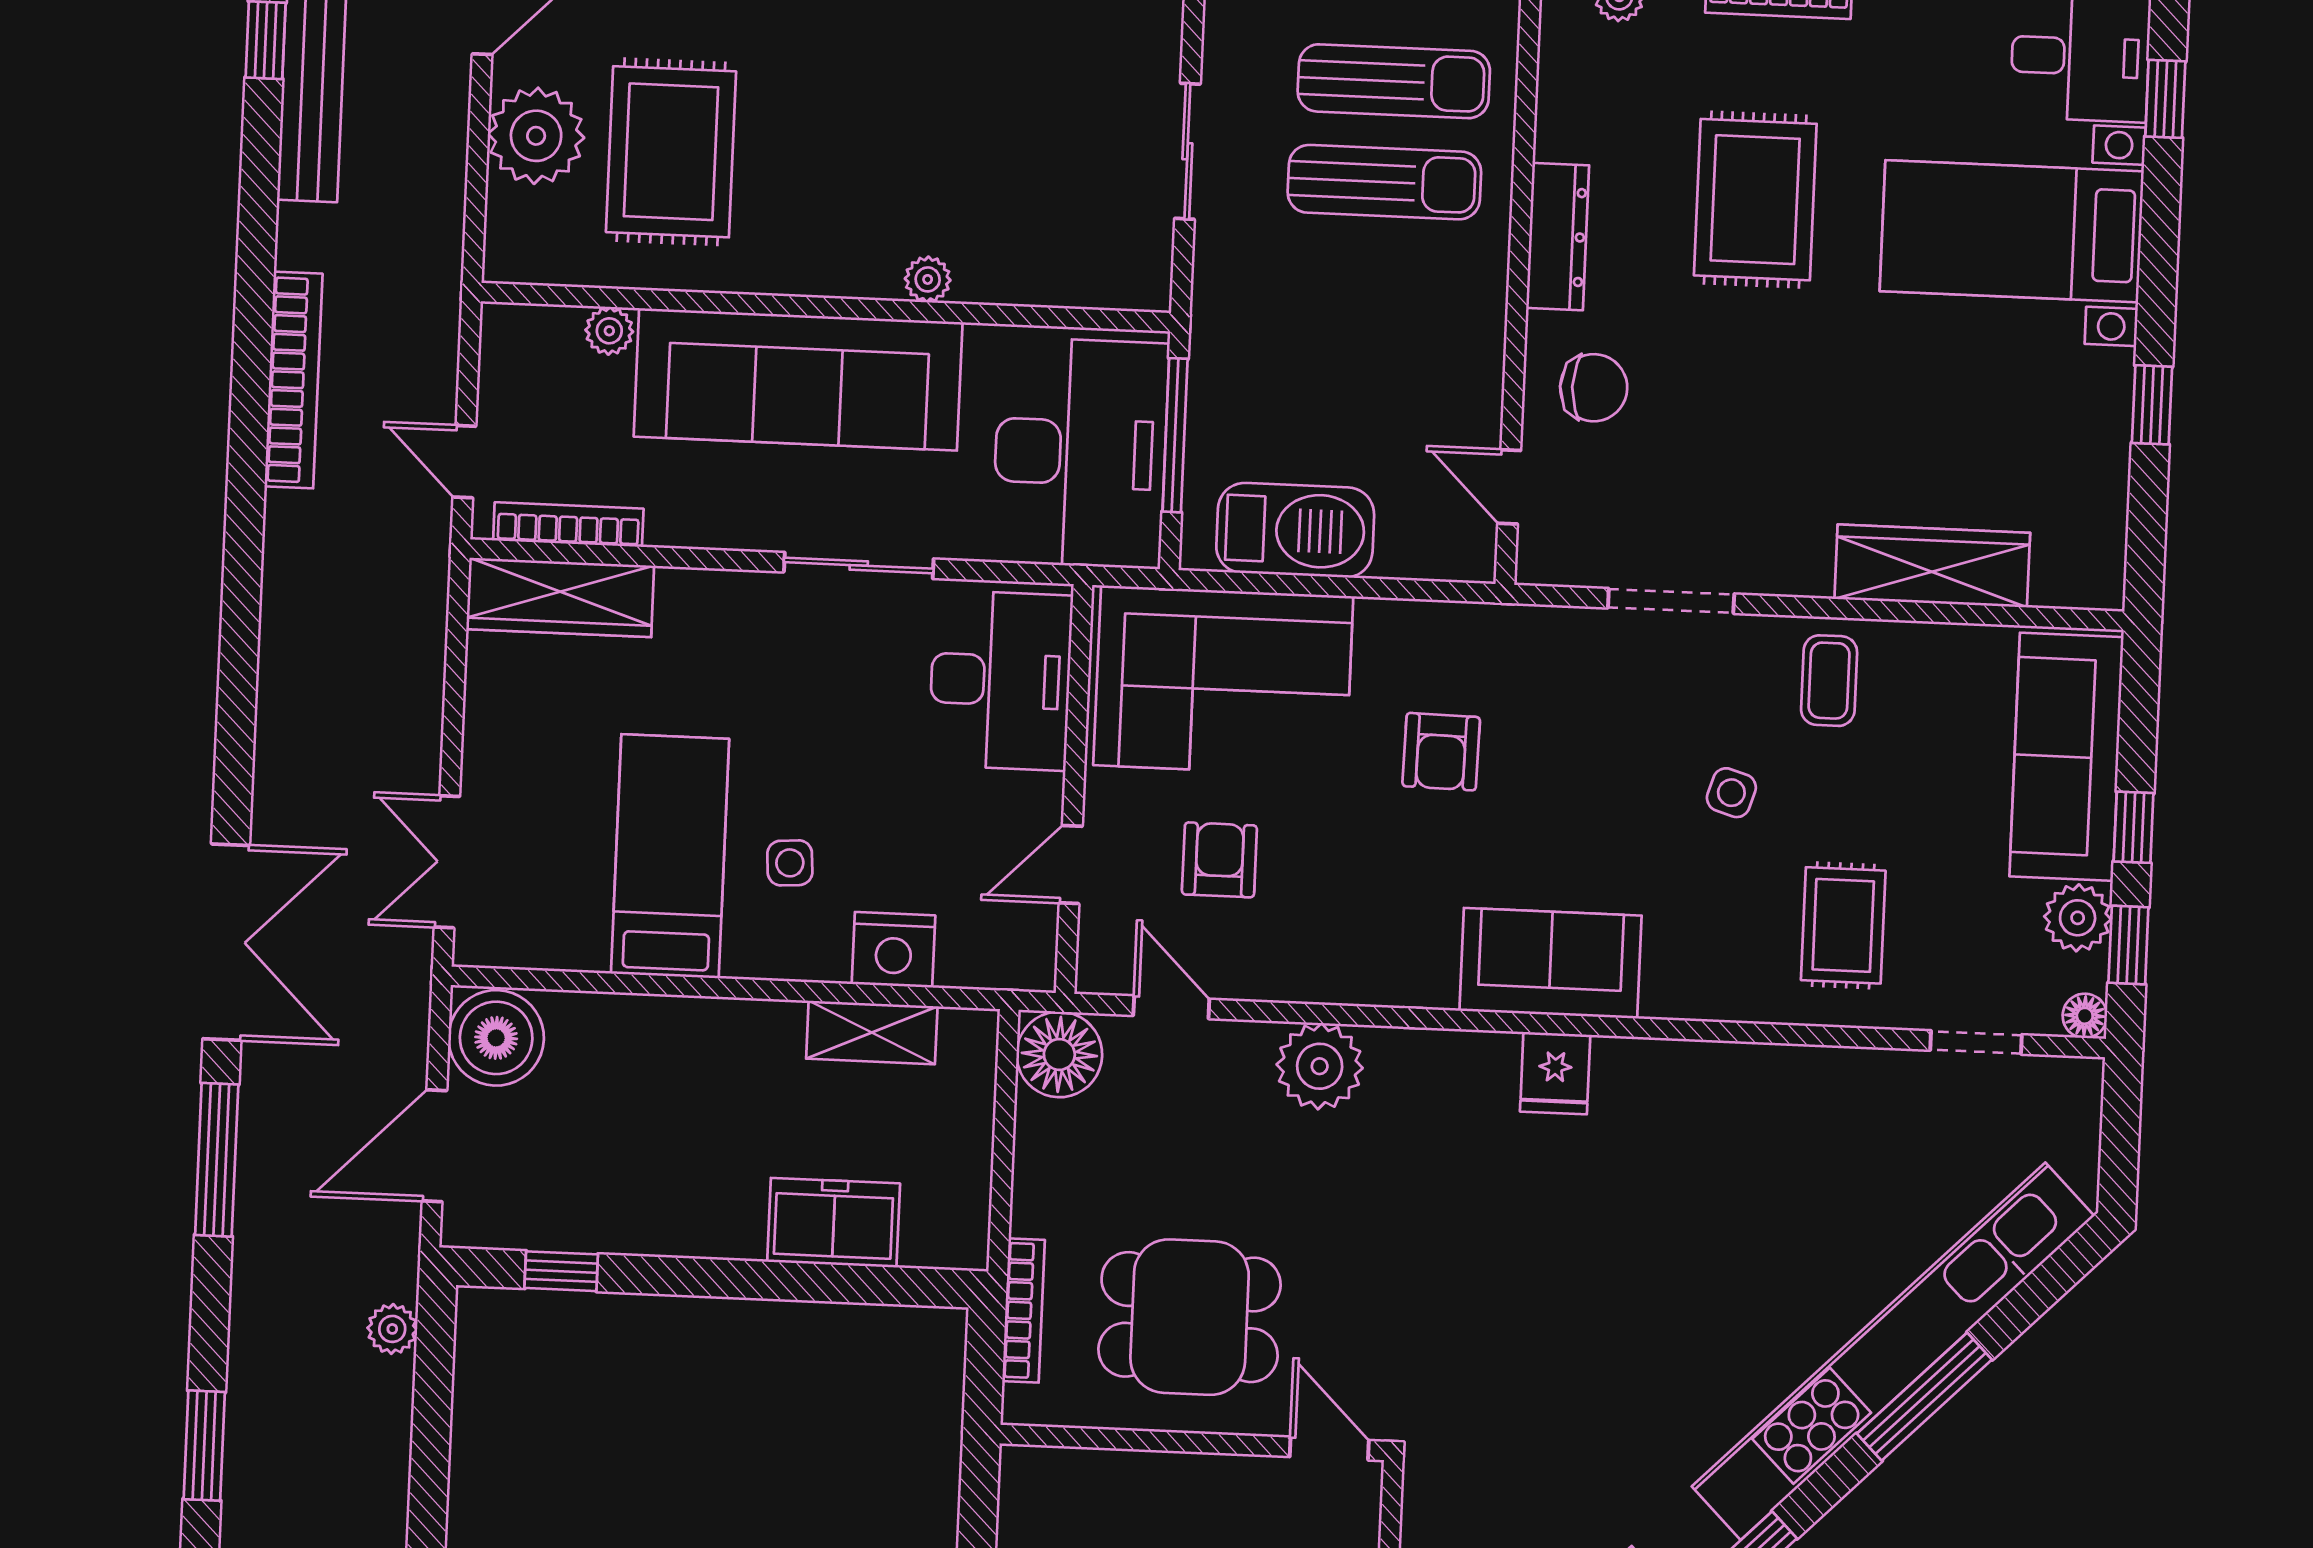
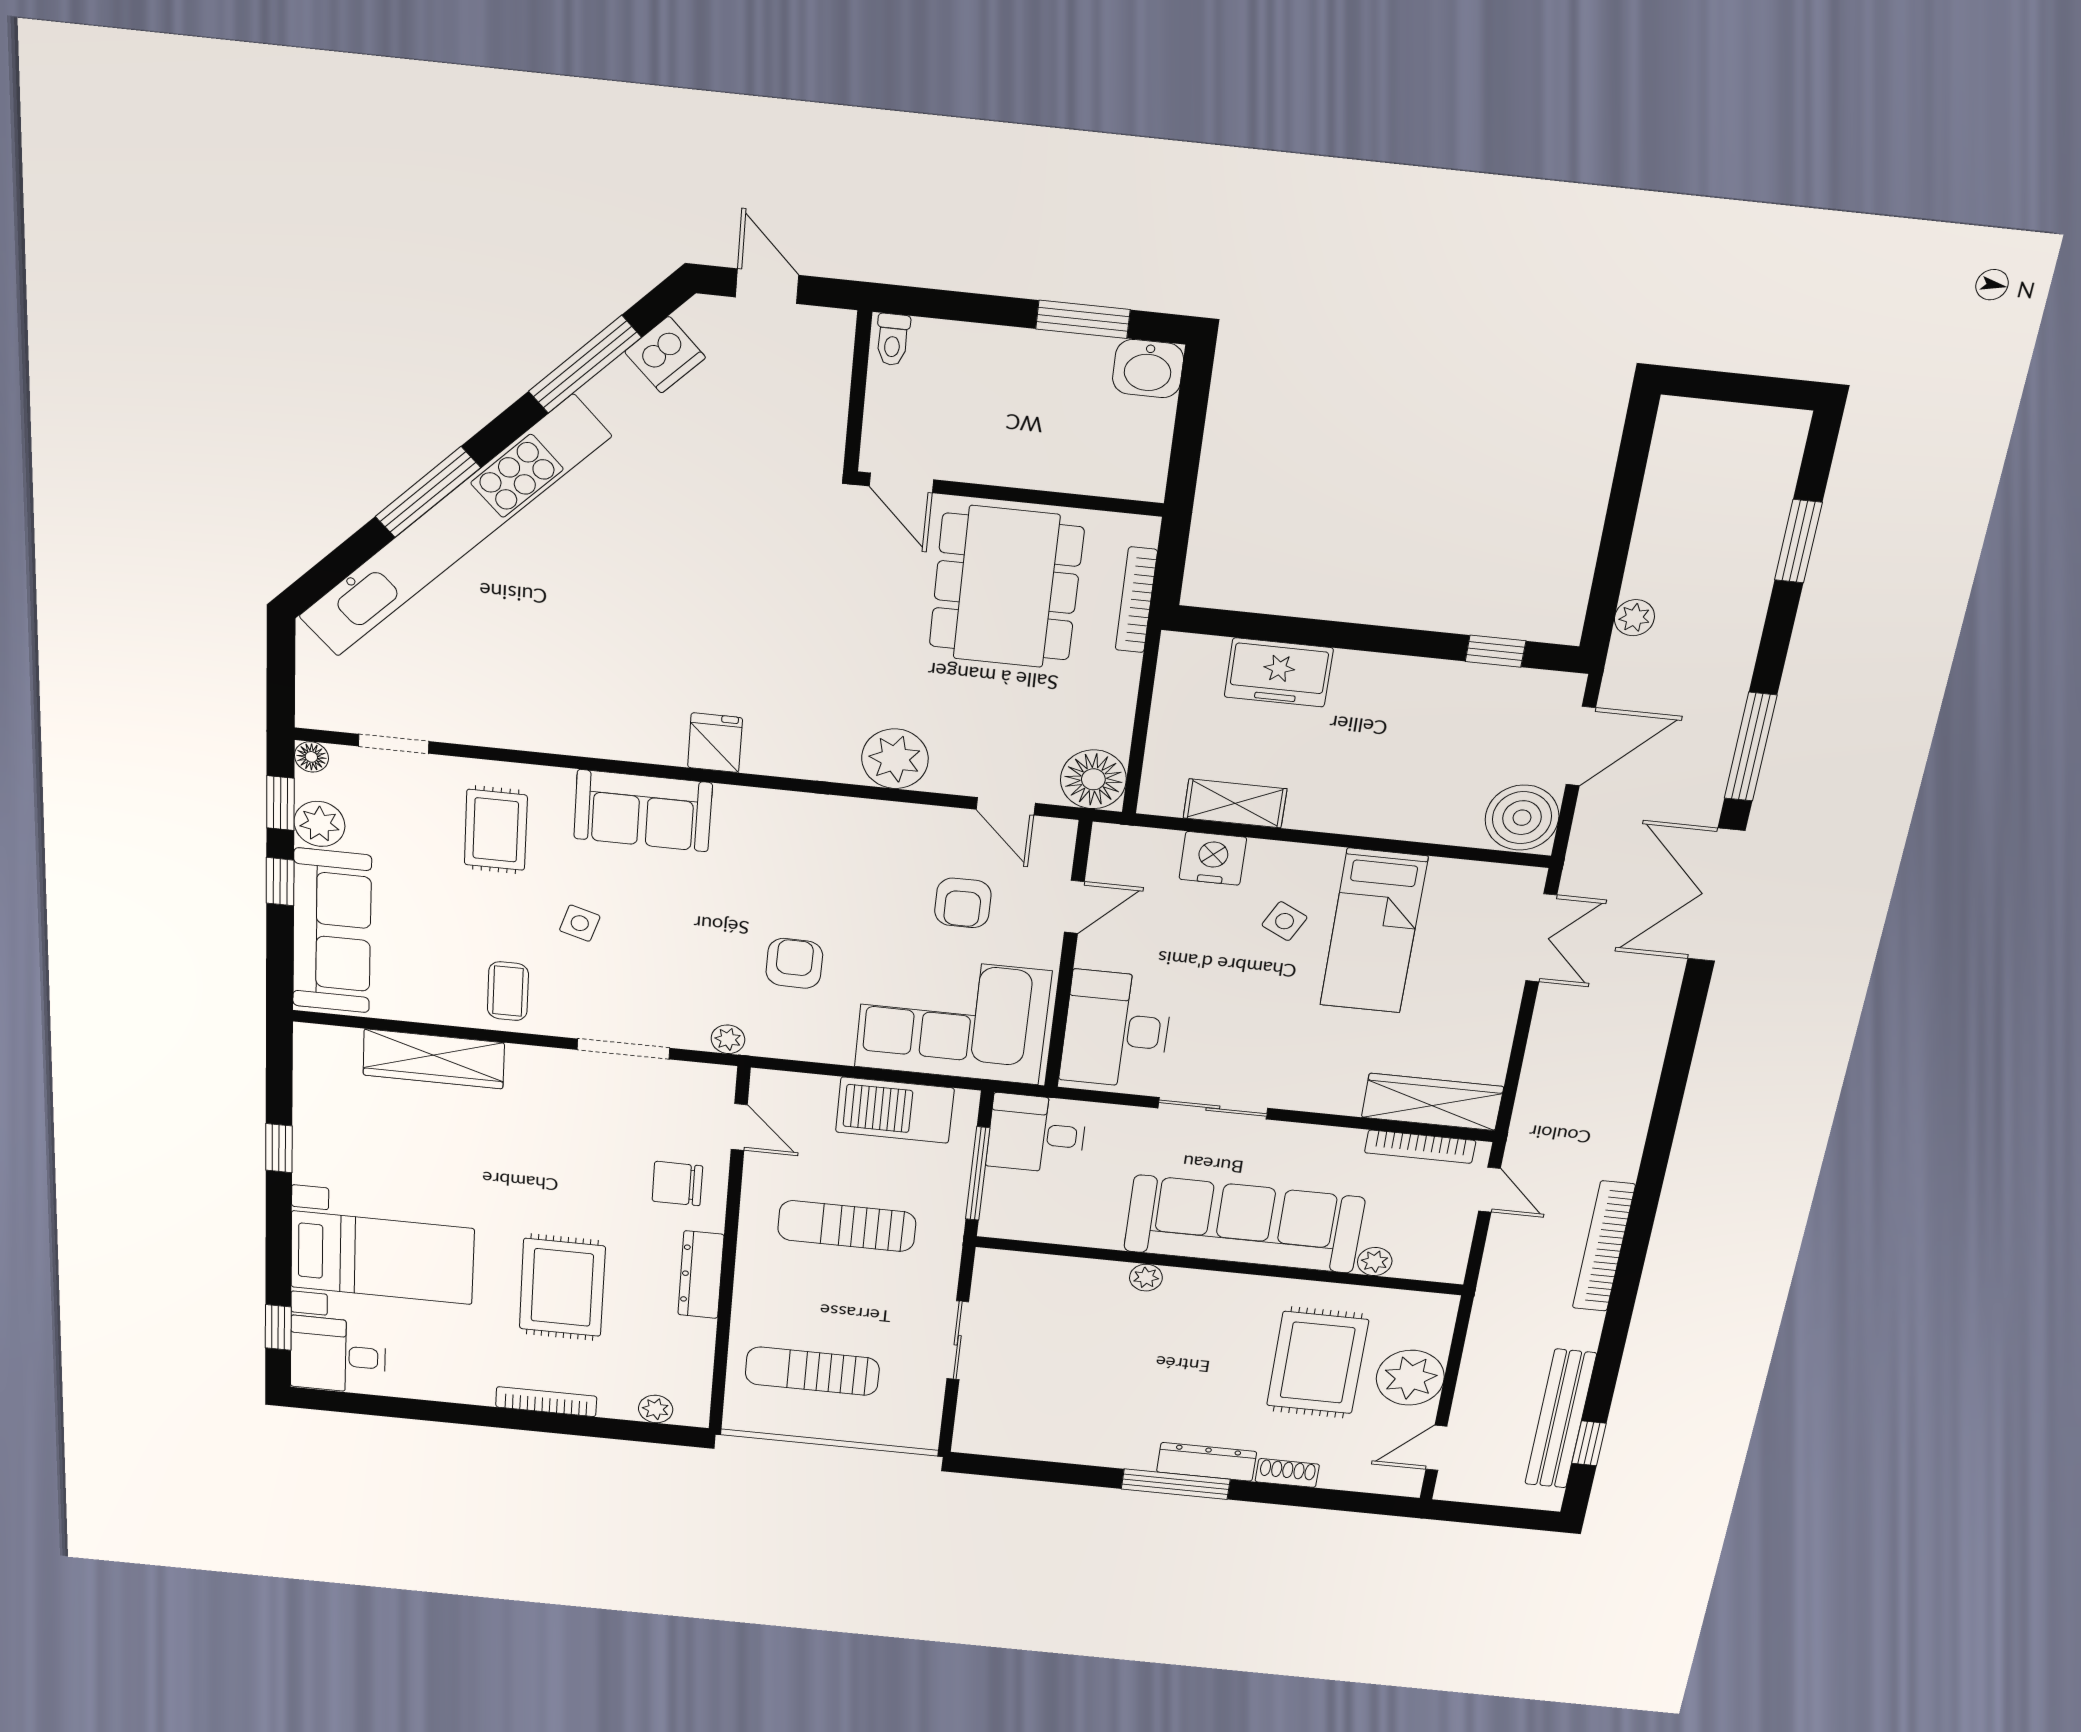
sun lounger: (1384, 182) -> (847, 1226), moved
desk: (1080, 453) -> (1037, 1134), width x0.53, depth x0.77
plant: (1528, 627) -> (728, 1039), added
side table: (790, 863) -> (1285, 921), turned 31
sofa: (1550, 963) -> (643, 811), moved
dining table: (1190, 1317) -> (1006, 587), width x1.38

